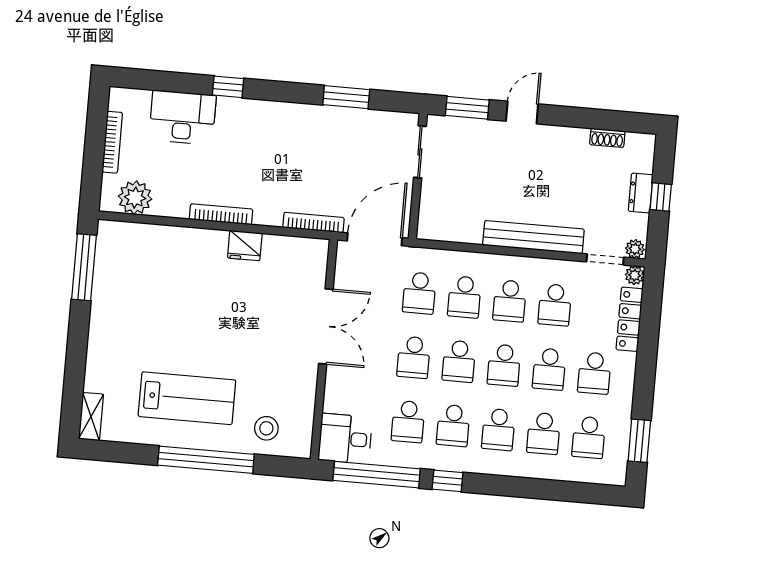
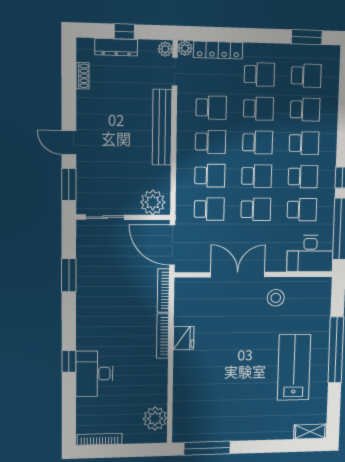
desk: (182, 118) -> (94, 374), moved
bookcase: (112, 142) -> (100, 439), moved
dresser: (641, 193) -> (116, 47), width x1.44
bookcase: (221, 214) -> (163, 336), moved
plant: (435, 217) -> (153, 202), added
stool: (266, 428) -> (276, 298), moved
desk: (345, 439) -> (310, 254), width x1.37

